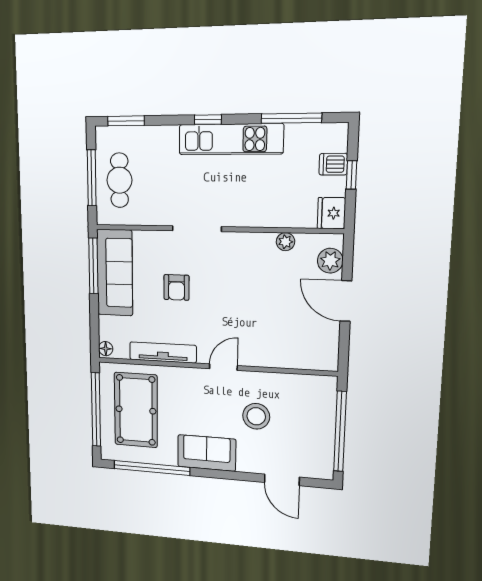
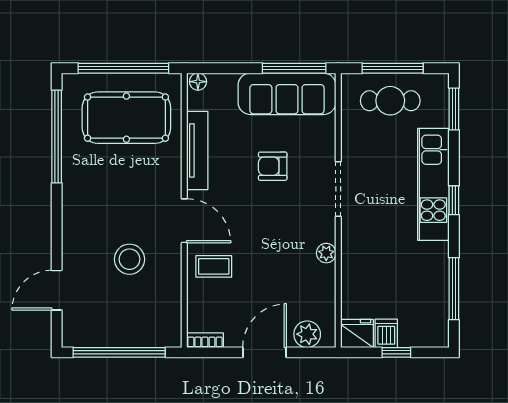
kitchen unit: (231, 139) -> (433, 184), moved
dishwasher: (333, 164) -> (386, 333), moved
plant: (285, 242) -> (326, 253), moved
coffee table: (264, 344) -> (214, 266), added
bookcase: (332, 355) -> (205, 340), added
door: (223, 367) -> (184, 221), width x1.38
sofa: (207, 453) -> (81, 203), removed

